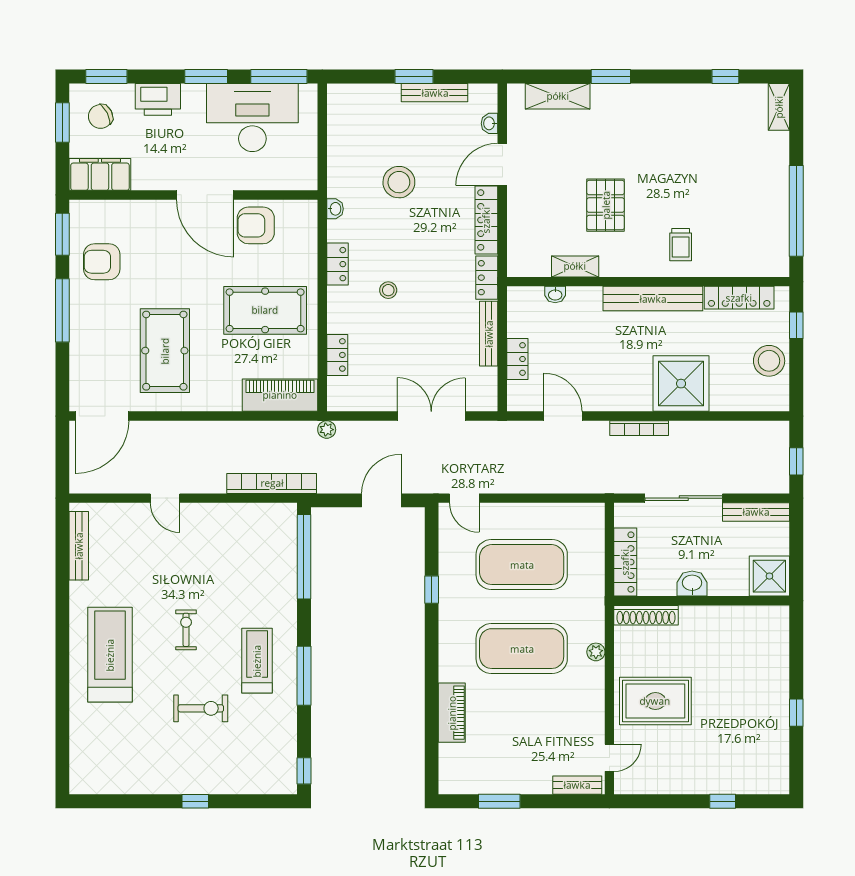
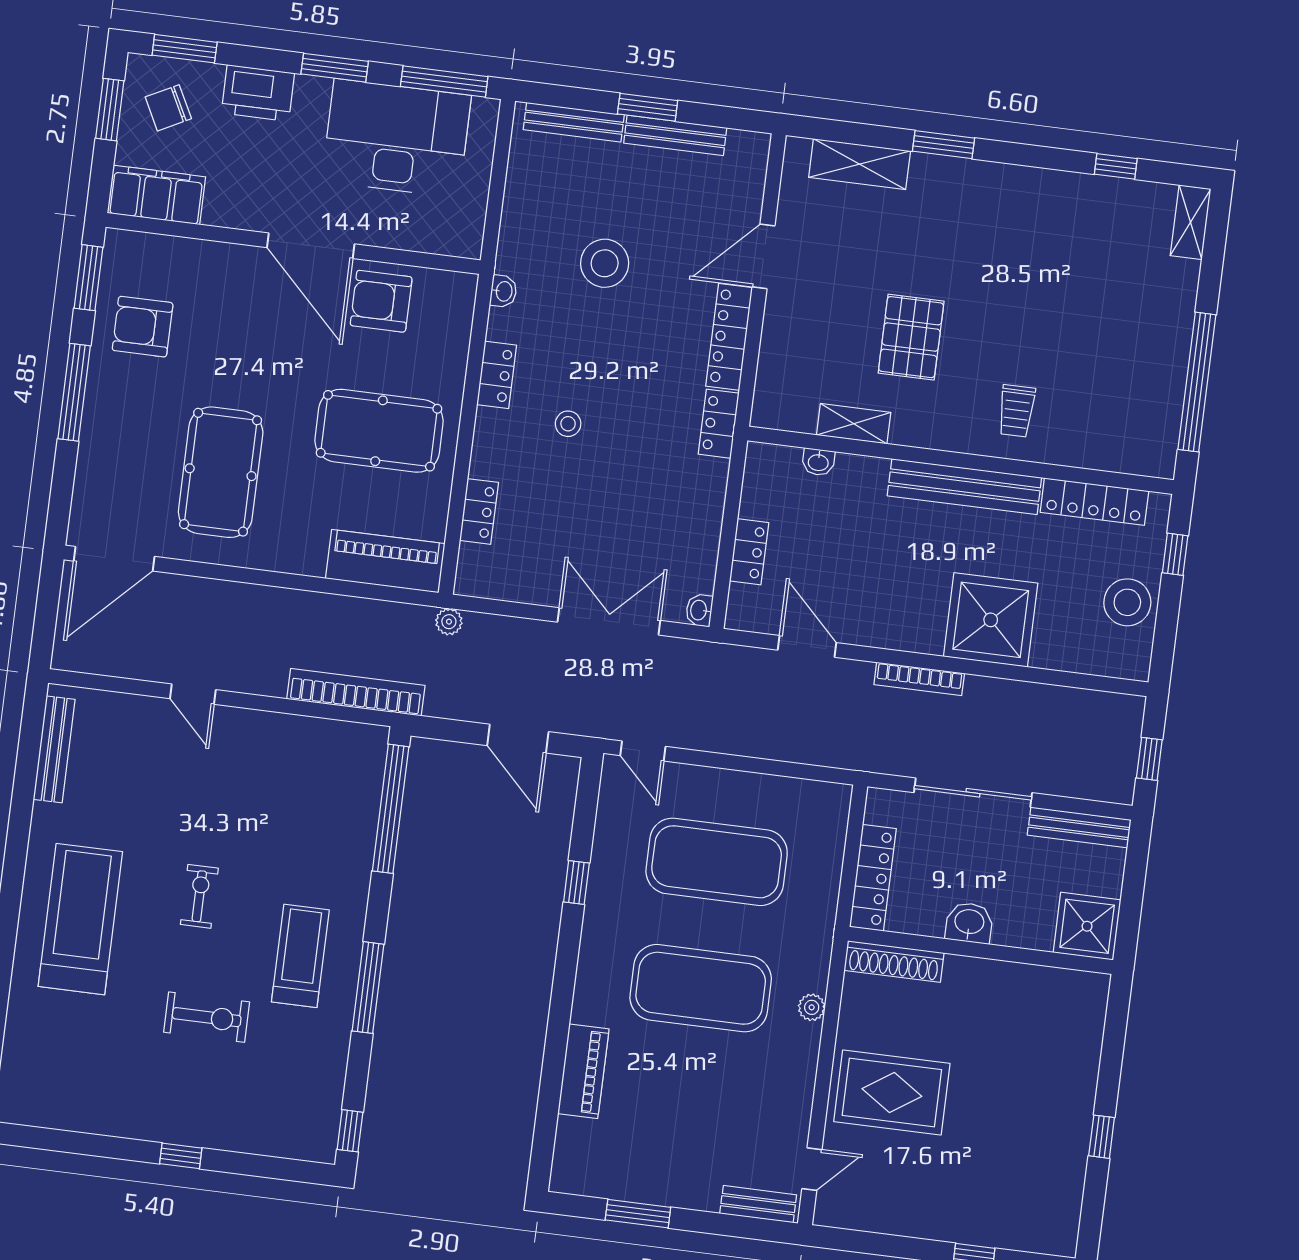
washbasin: (489, 123) -> (699, 610), moved
bench: (489, 334) -> (574, 122), moved, turned 90
door: (381, 500) -> (518, 739), swing flipped

